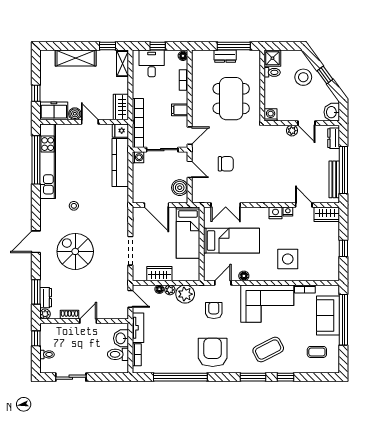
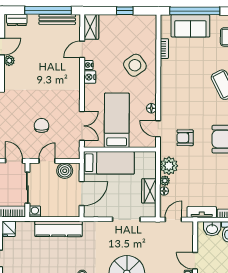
kitchen counter: (120, 162) -> (59, 229), moved
side table: (288, 259) -> (135, 65), turned -35
corner sofa: (267, 304) -> (179, 86), removed

